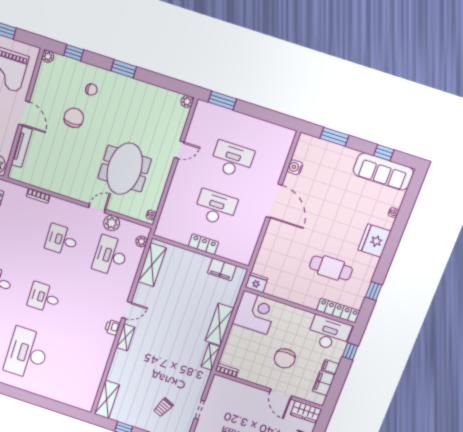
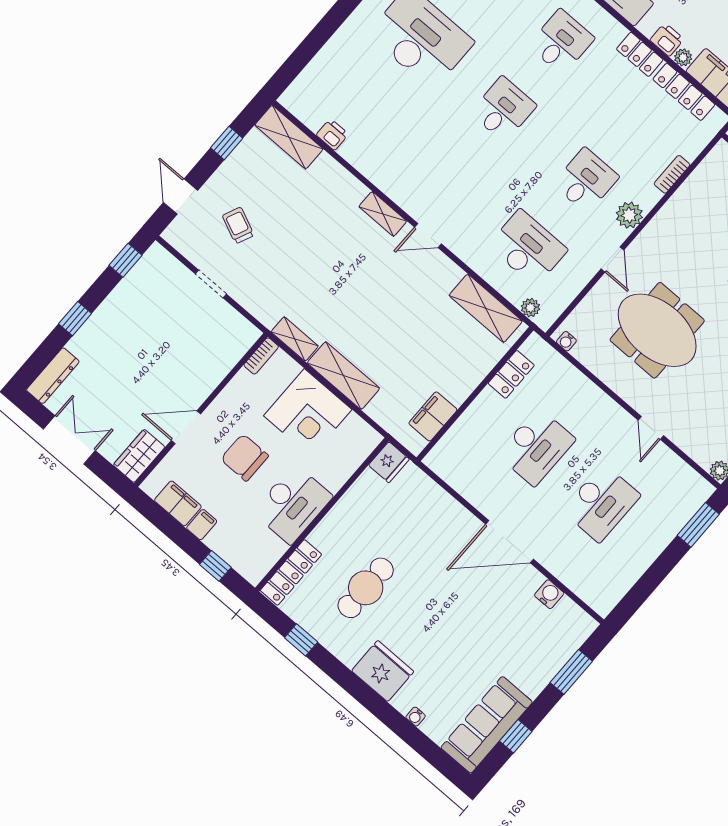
plant: (112, 223) -> (629, 215), moved
locker: (203, 244) -> (511, 374), moved
door: (127, 310) -> (428, 235), hinge flipped
corner desk: (255, 313) -> (308, 413), moved
printer: (112, 327) -> (332, 135), moved
desk: (329, 334) -> (293, 504), moved

